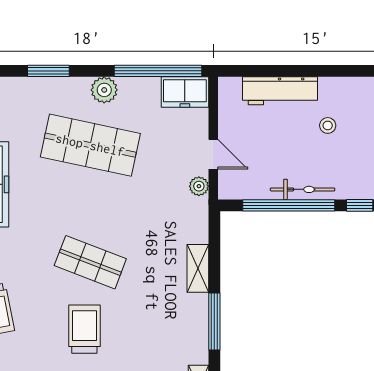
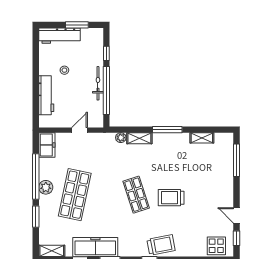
window: (158, 71) -> (36, 176), moved
plant: (199, 186) -> (121, 138), moved
shop shelf: (90, 262) -> (136, 195), turned -39

